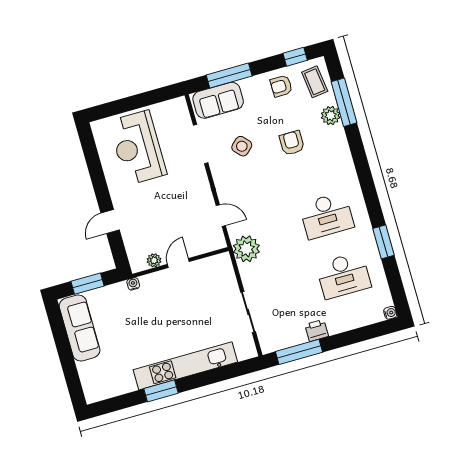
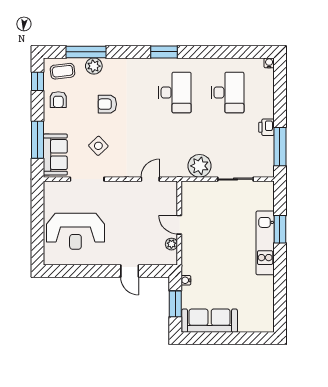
window: (383, 242) -> (164, 52), moved
plant: (246, 249) -> (200, 166), moved
water cooler: (133, 284) -> (186, 280), moved
kitchen unit: (185, 366) -> (265, 243), width x0.73
window: (161, 391) -> (280, 229), moved

